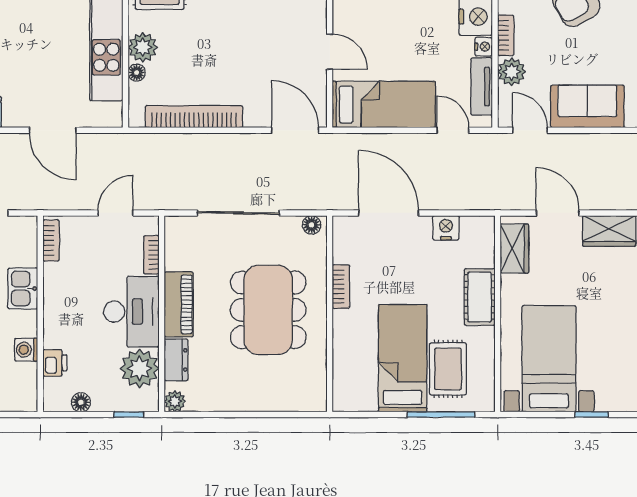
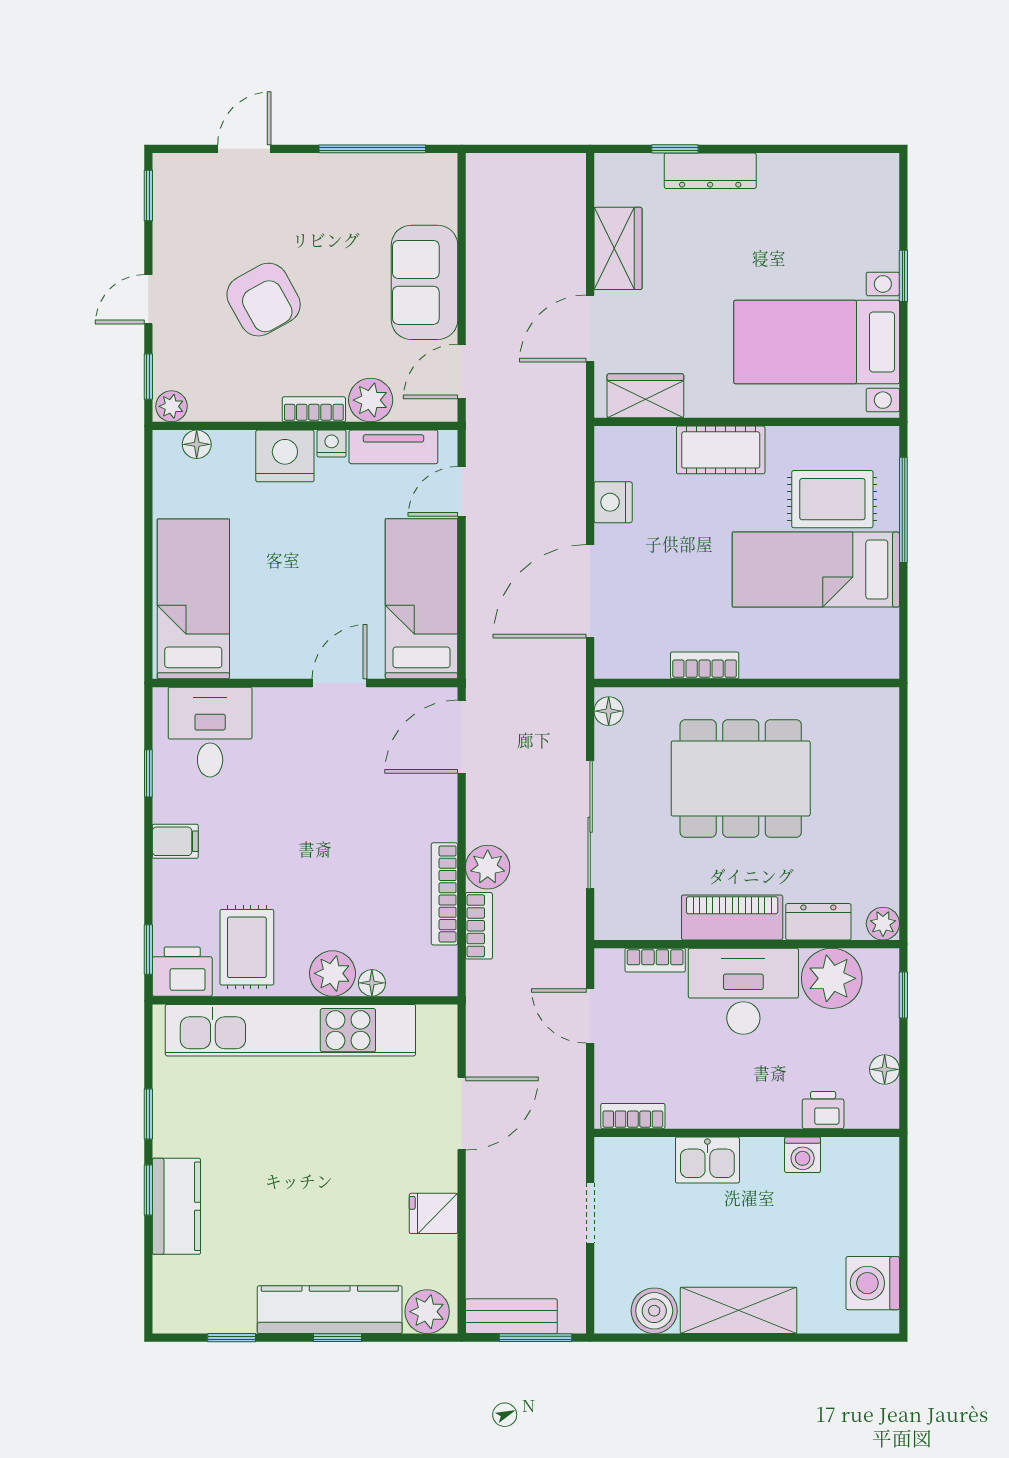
bookcase: (194, 117) -> (444, 894), width x0.68, depth x0.76
bookcase: (173, 141) -> (479, 926), added
plant: (211, 147) -> (488, 867), added

